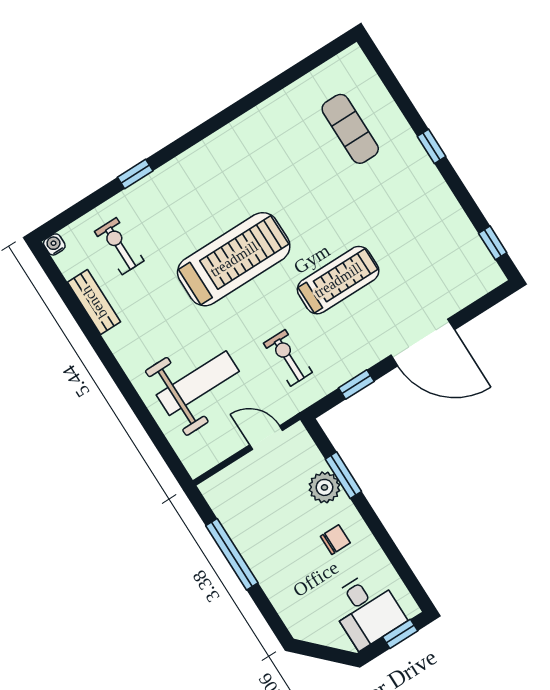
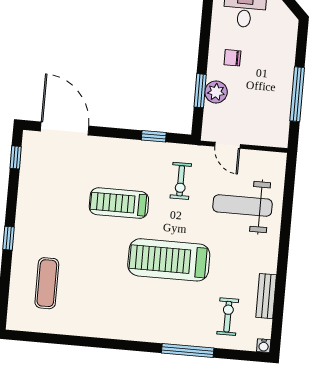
window: (135, 174) -> (188, 350), width x2.17
exercise bike: (119, 246) -> (228, 317), turned 180
door: (423, 342) -> (65, 128), moved

